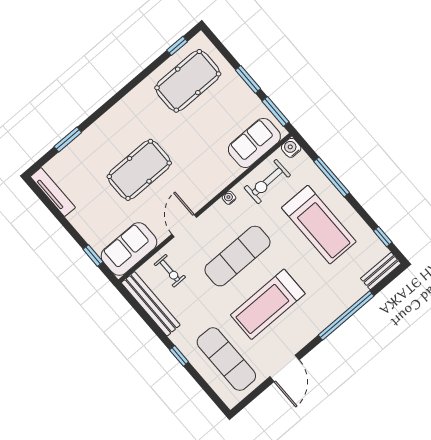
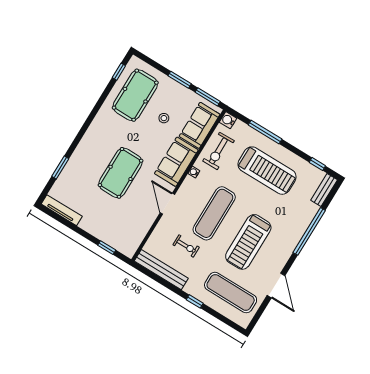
stool: (214, 120) -> (164, 118), added
sofa: (129, 249) -> (176, 162), moved
exercise bike: (170, 271) -> (186, 246), moved

